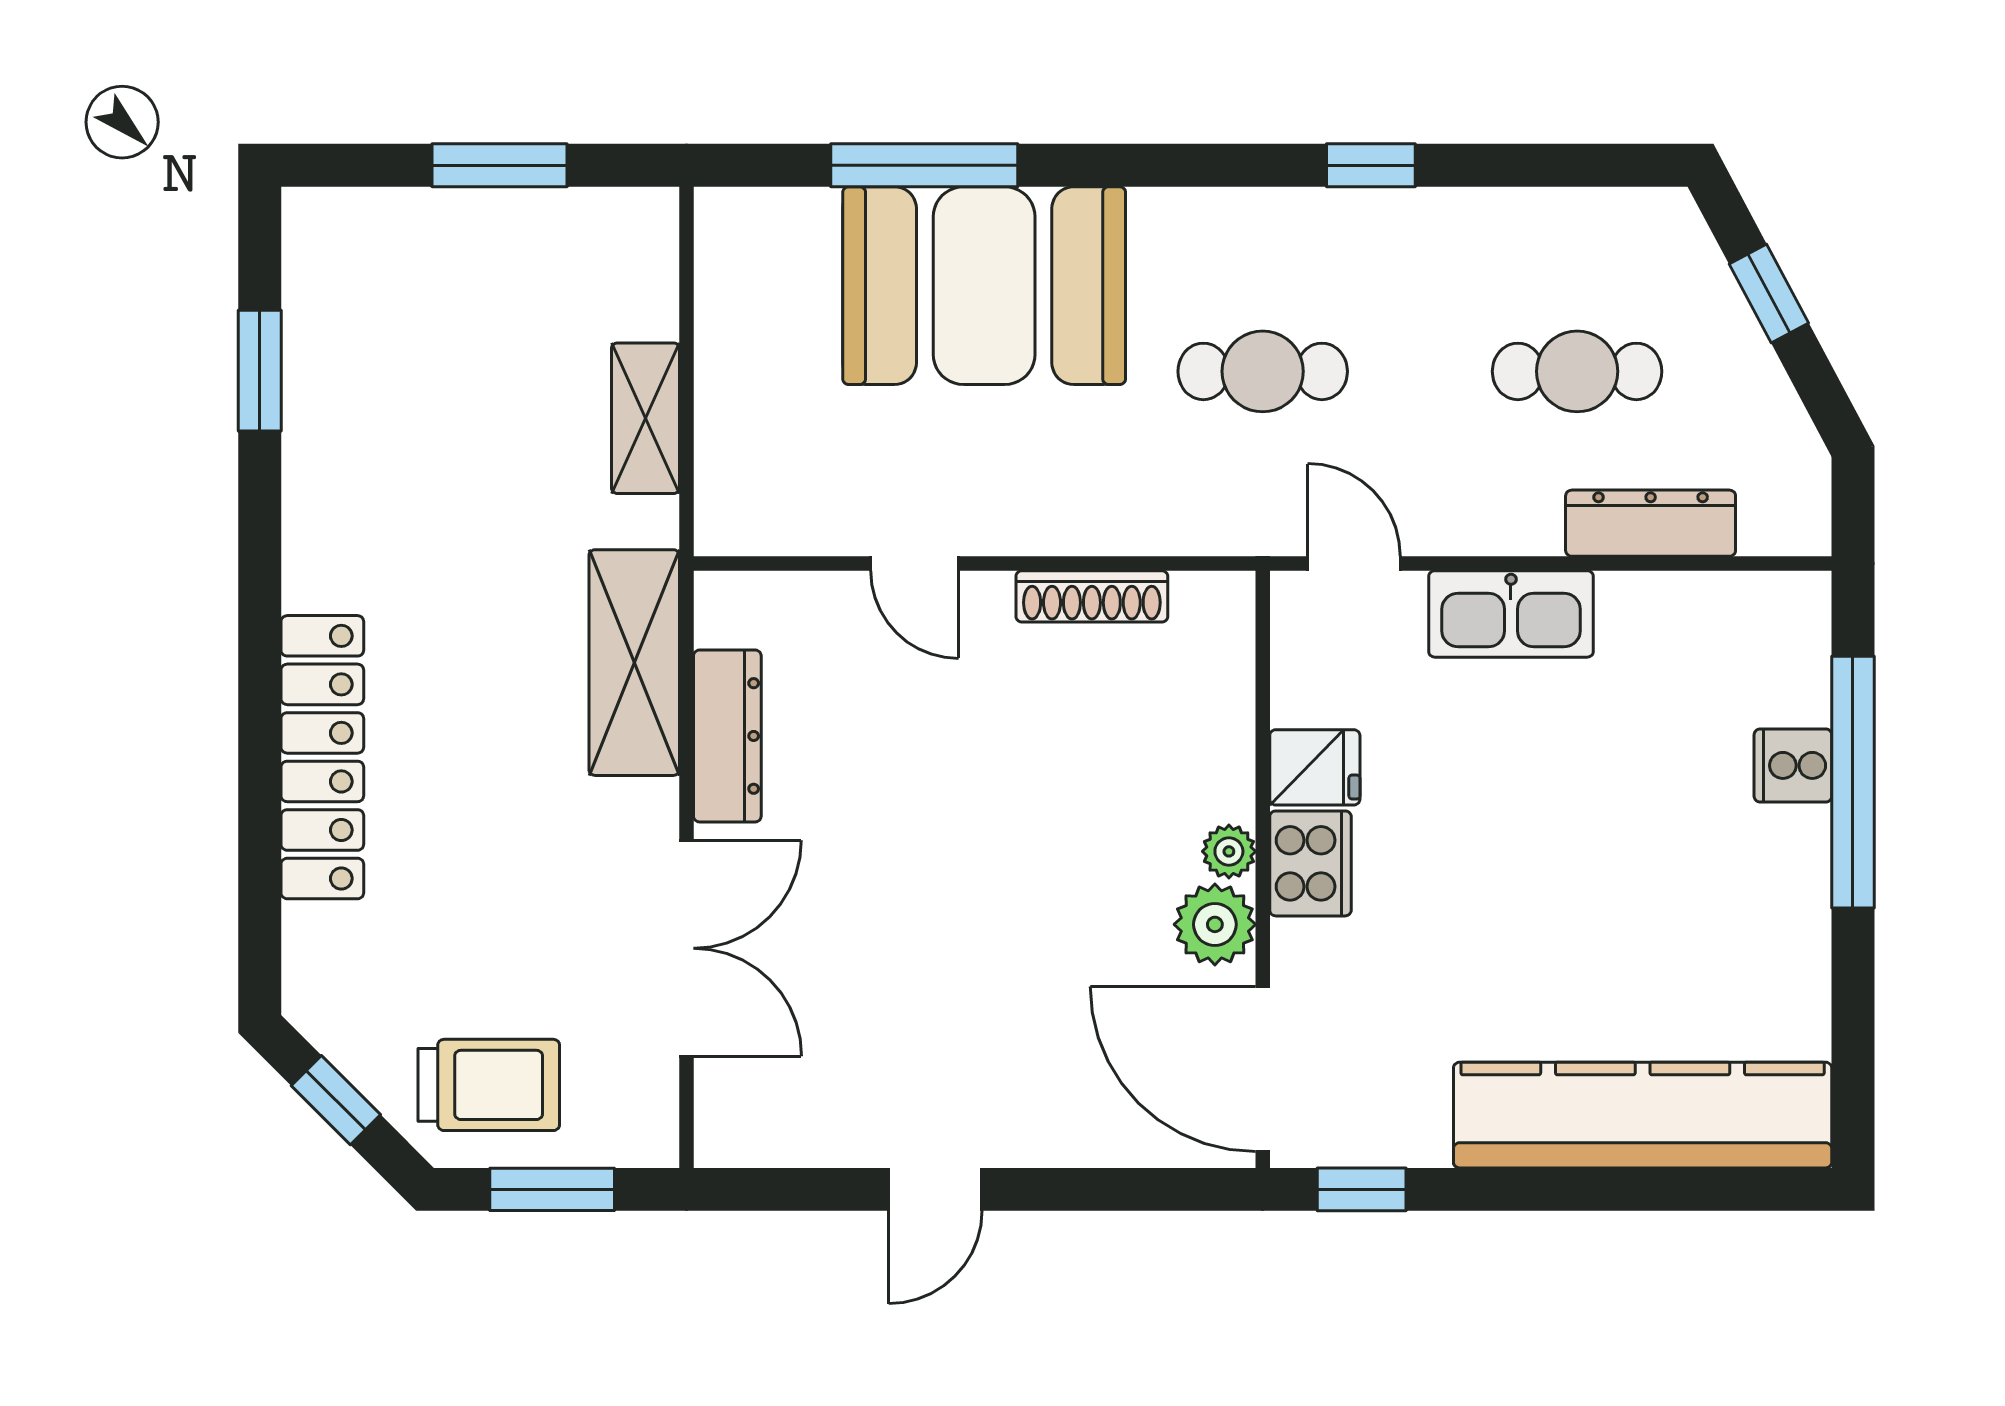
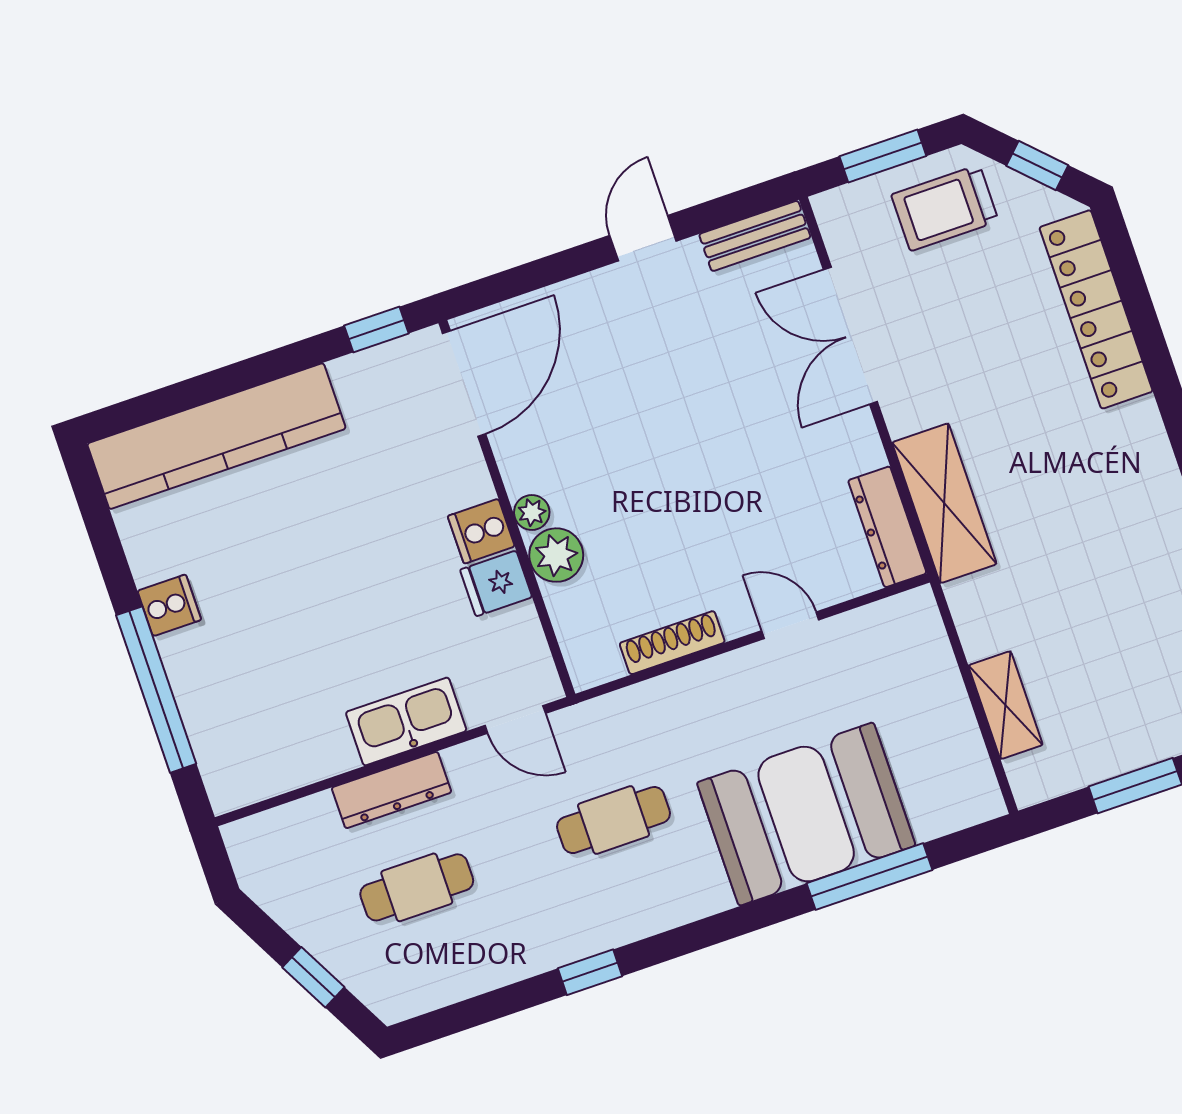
shelving: (646, 418) -> (1006, 705), moved
dresser: (1651, 523) -> (392, 790), moved
dresser: (727, 736) -> (887, 527), moved
locker: (322, 757) -> (1096, 309), moved
cooker: (1793, 765) -> (169, 605), moved
cooker: (1310, 863) -> (481, 531), width x0.73
plant: (1215, 924) -> (556, 555), moved
door: (1263, 1069) -> (464, 384), hinge flipped
bench: (774, 1138) -> (755, 236), added

